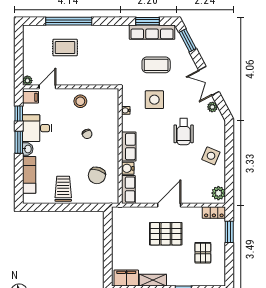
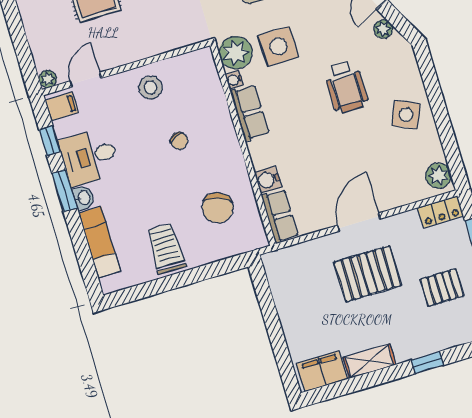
plant: (131, 96) -> (236, 53), added
row of seats: (129, 147) -> (250, 113), moved
pallet: (203, 253) -> (442, 287), turned 90

